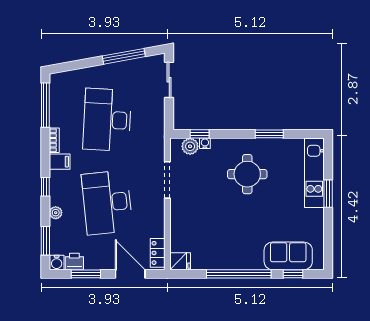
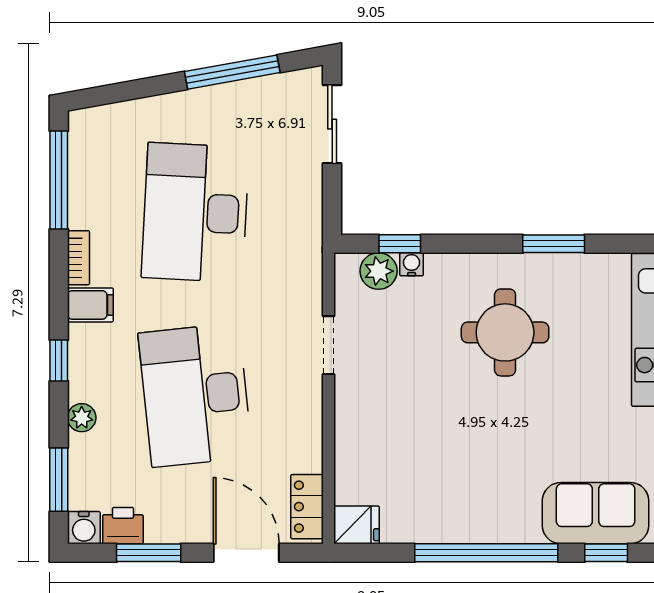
doorway: (167, 180) -> (329, 345), width x0.73

